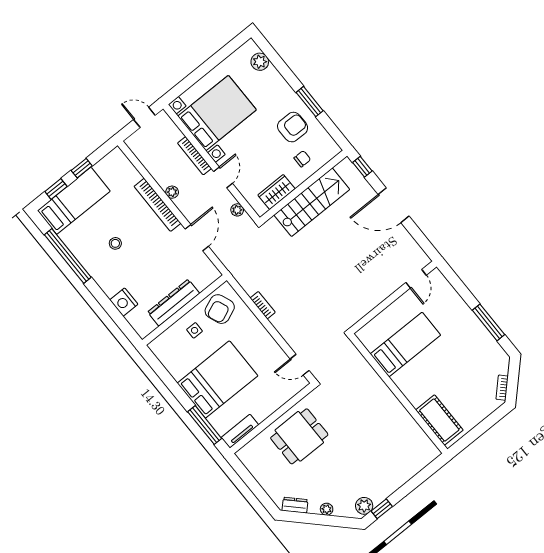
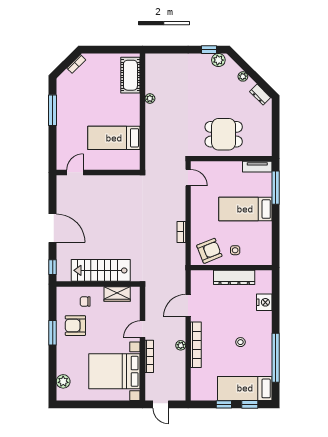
plant: (237, 210) -> (150, 99), moved
bed: (217, 379) -> (245, 209), width x0.67

